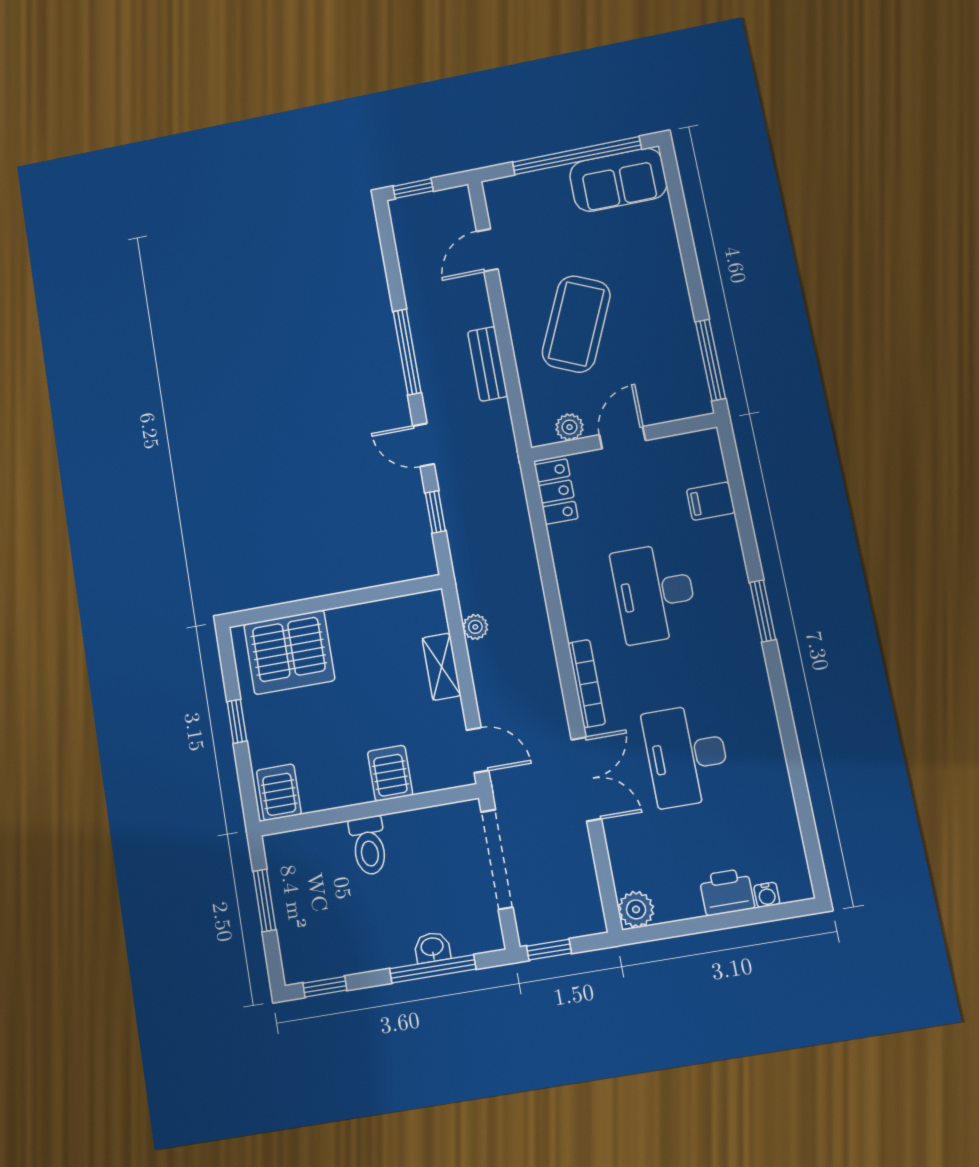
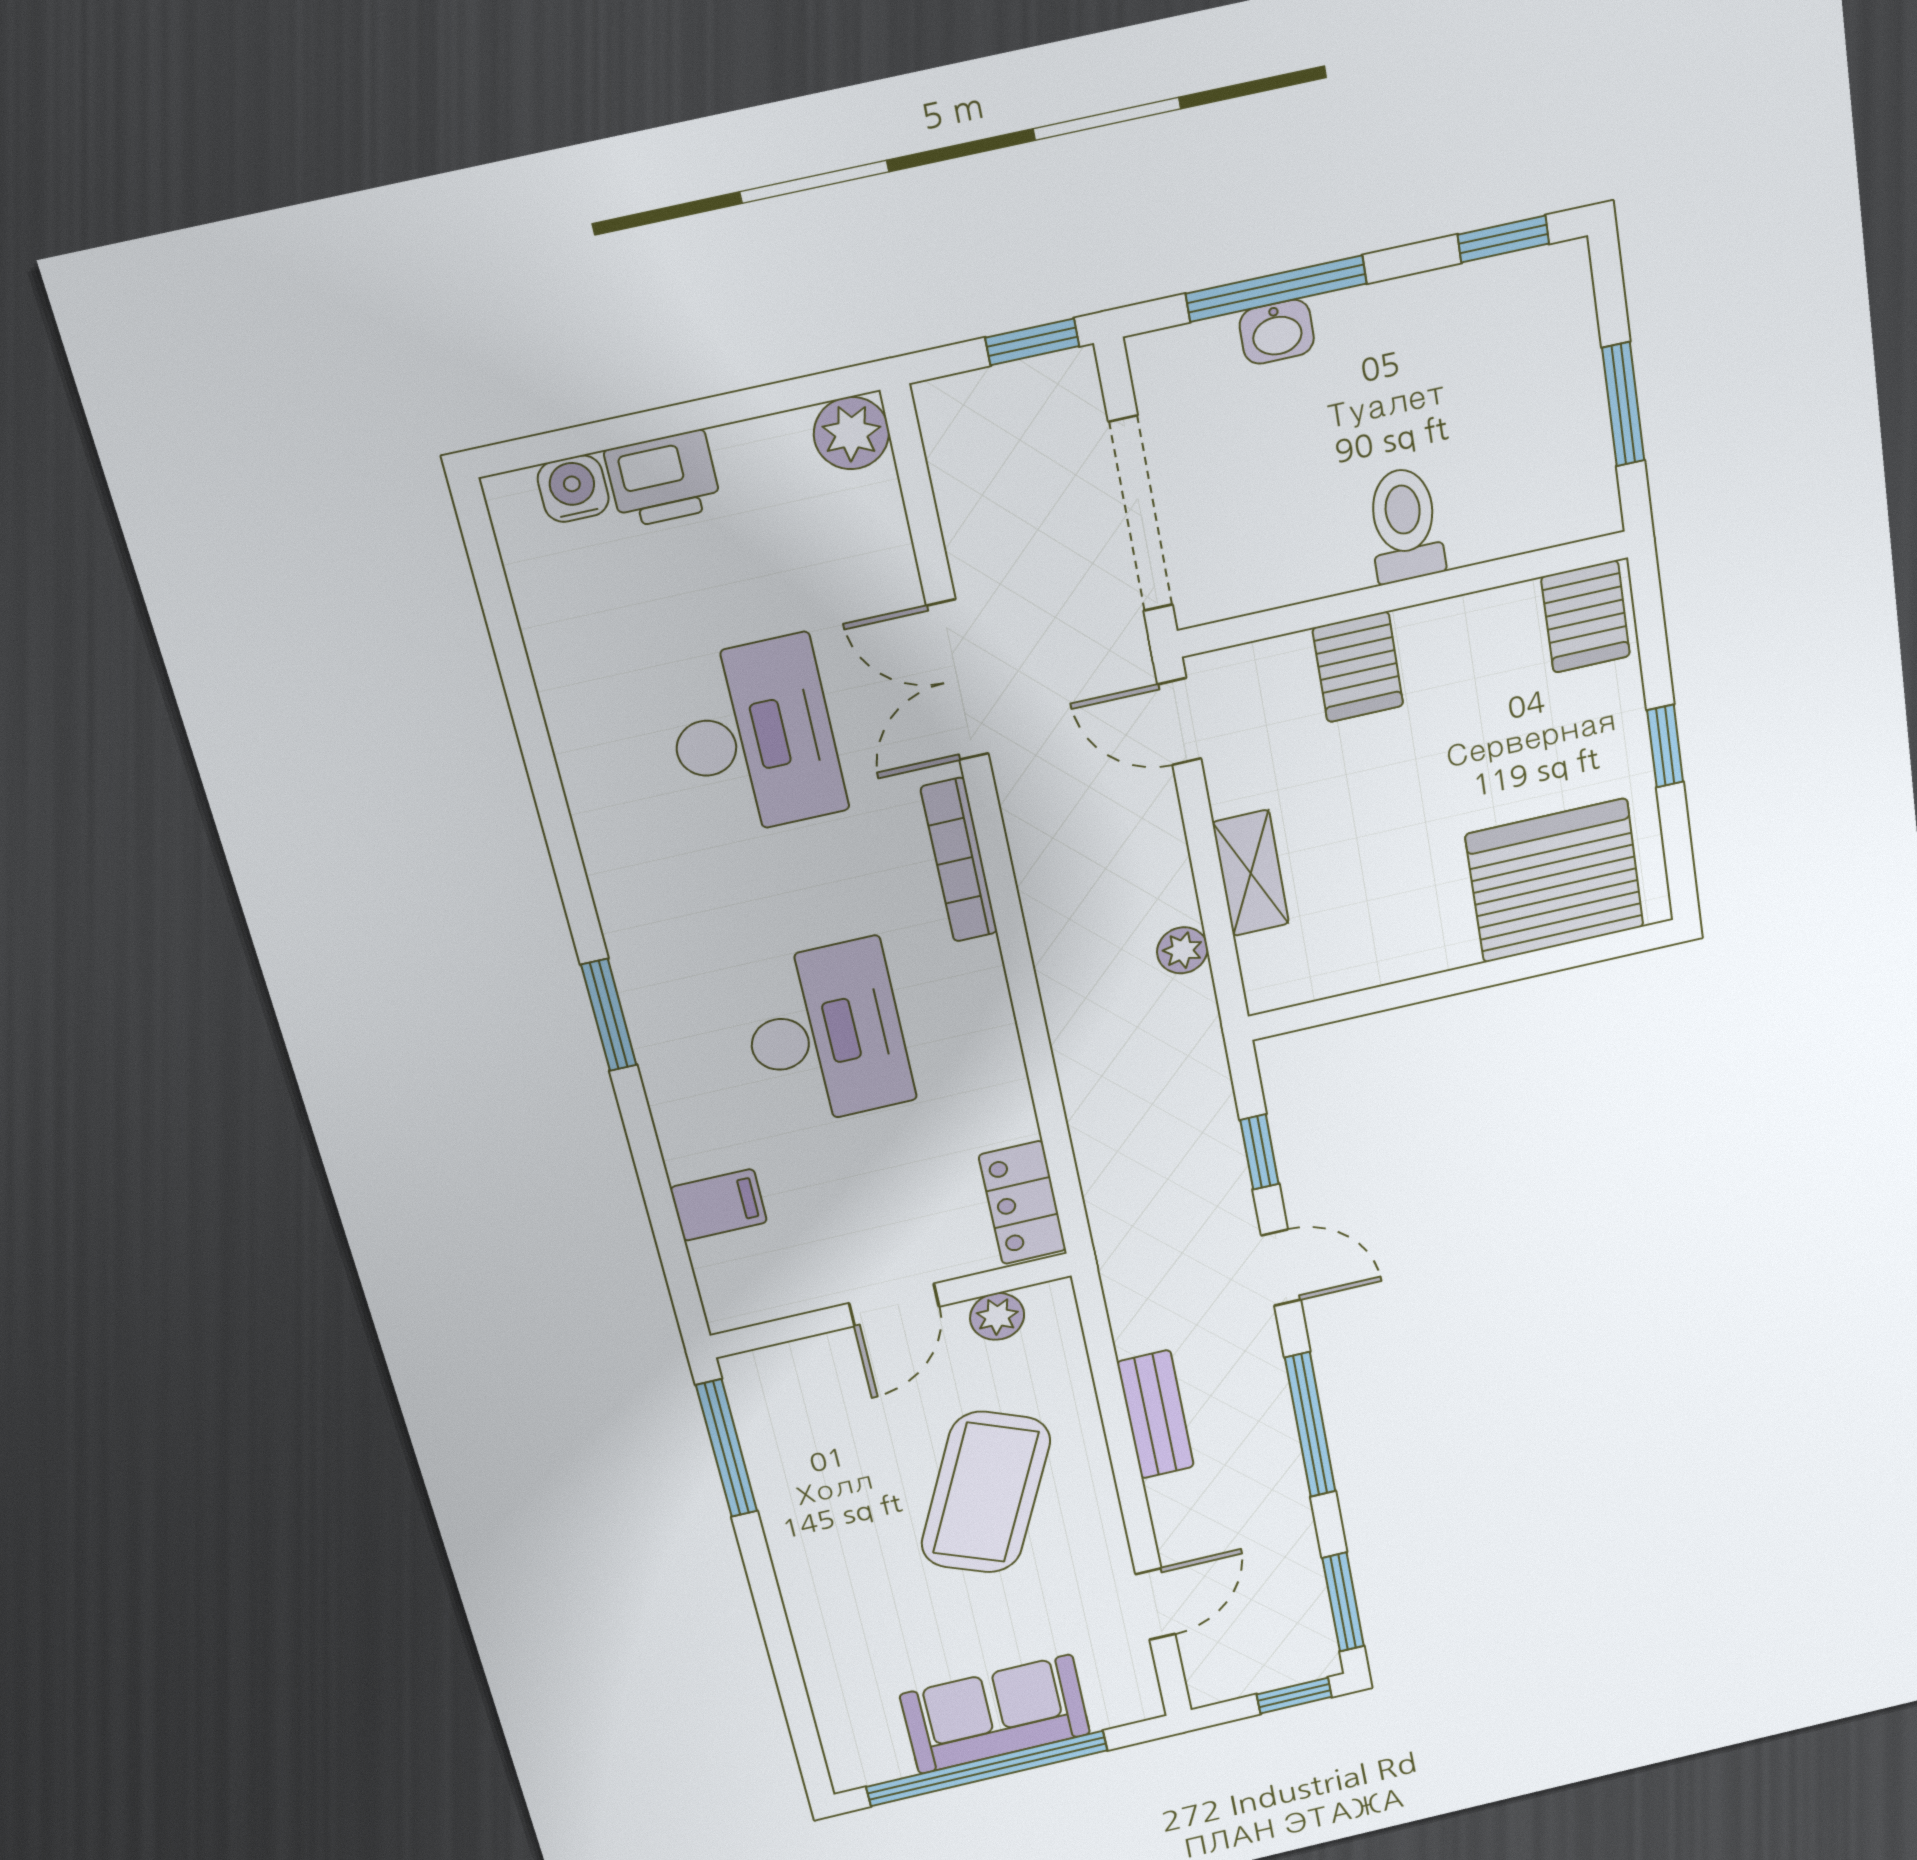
sofa: (618, 180) -> (995, 1714), moved
window: (388, 244) -> (1343, 1602), added
water cooler: (767, 895) -> (573, 489), width x1.38, depth x1.38

